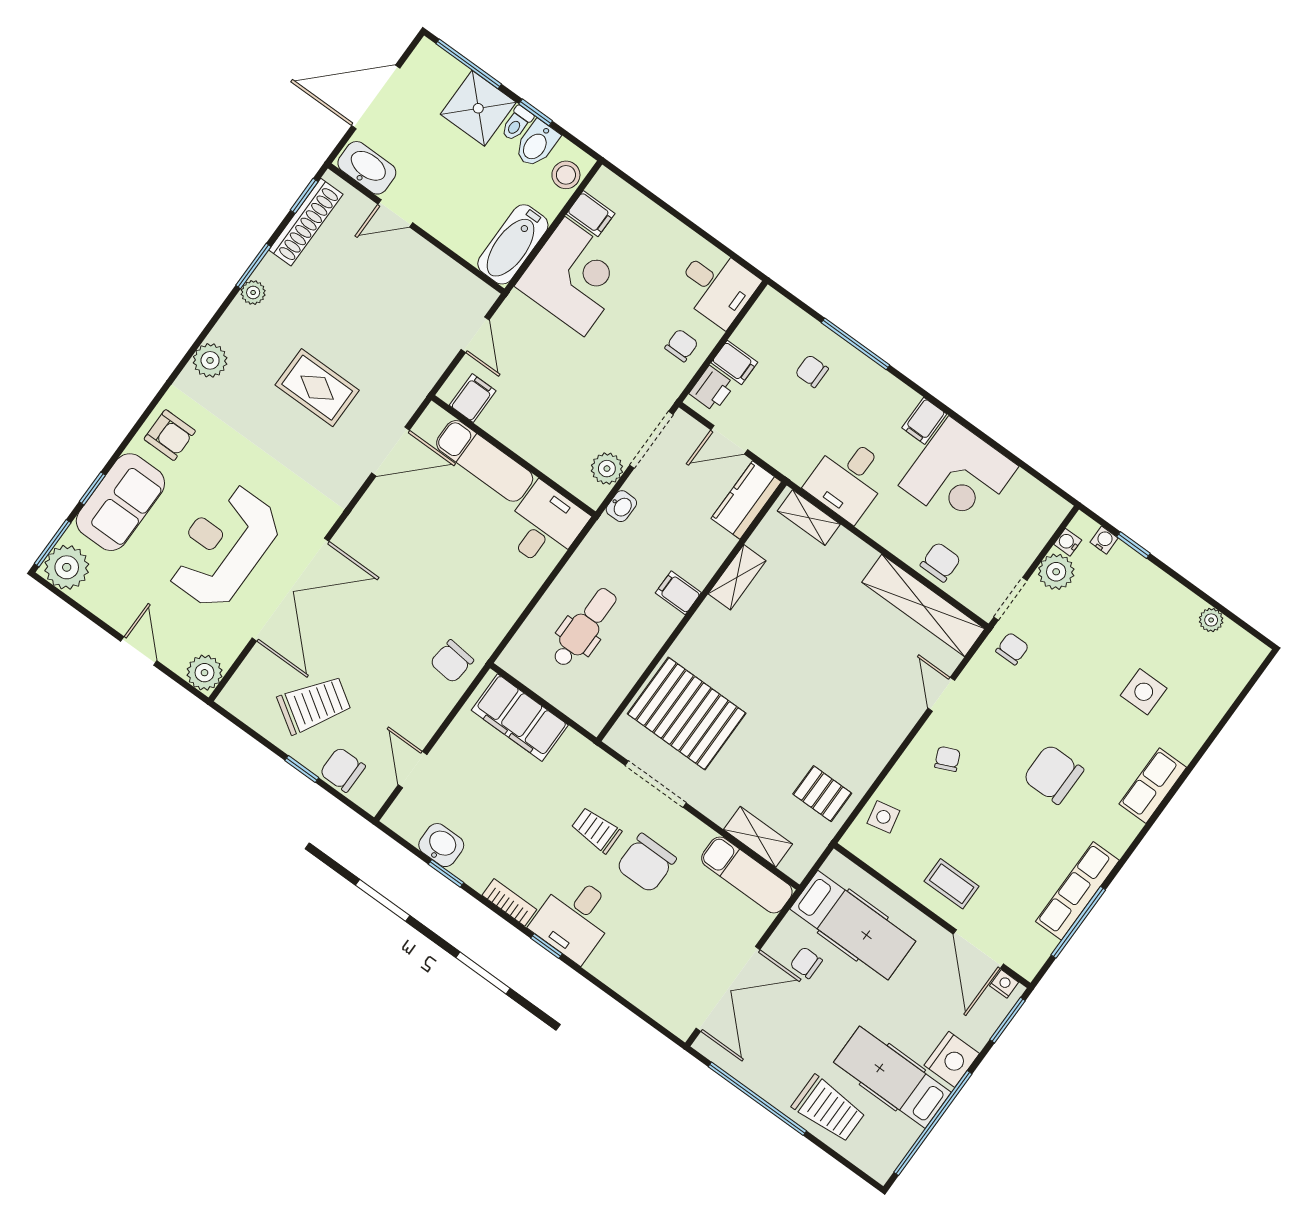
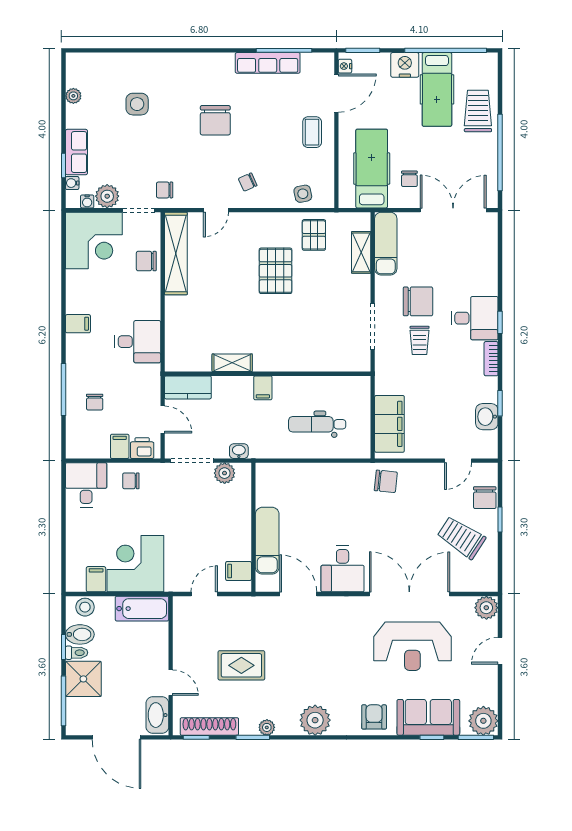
plant: (210, 360) -> (315, 720), width x1.36, depth x1.36
rug: (317, 388) -> (241, 665), moved, turned 90
corner desk: (959, 476) -> (94, 240), moved, turned 90
shelving: (809, 518) -> (173, 348), removed
desk: (545, 526) -> (343, 569), moved, turned -90
pallet: (687, 714) -> (276, 271), moved, width x0.73, depth x0.71
row of seats: (1153, 786) -> (76, 152), moved, turned -90

